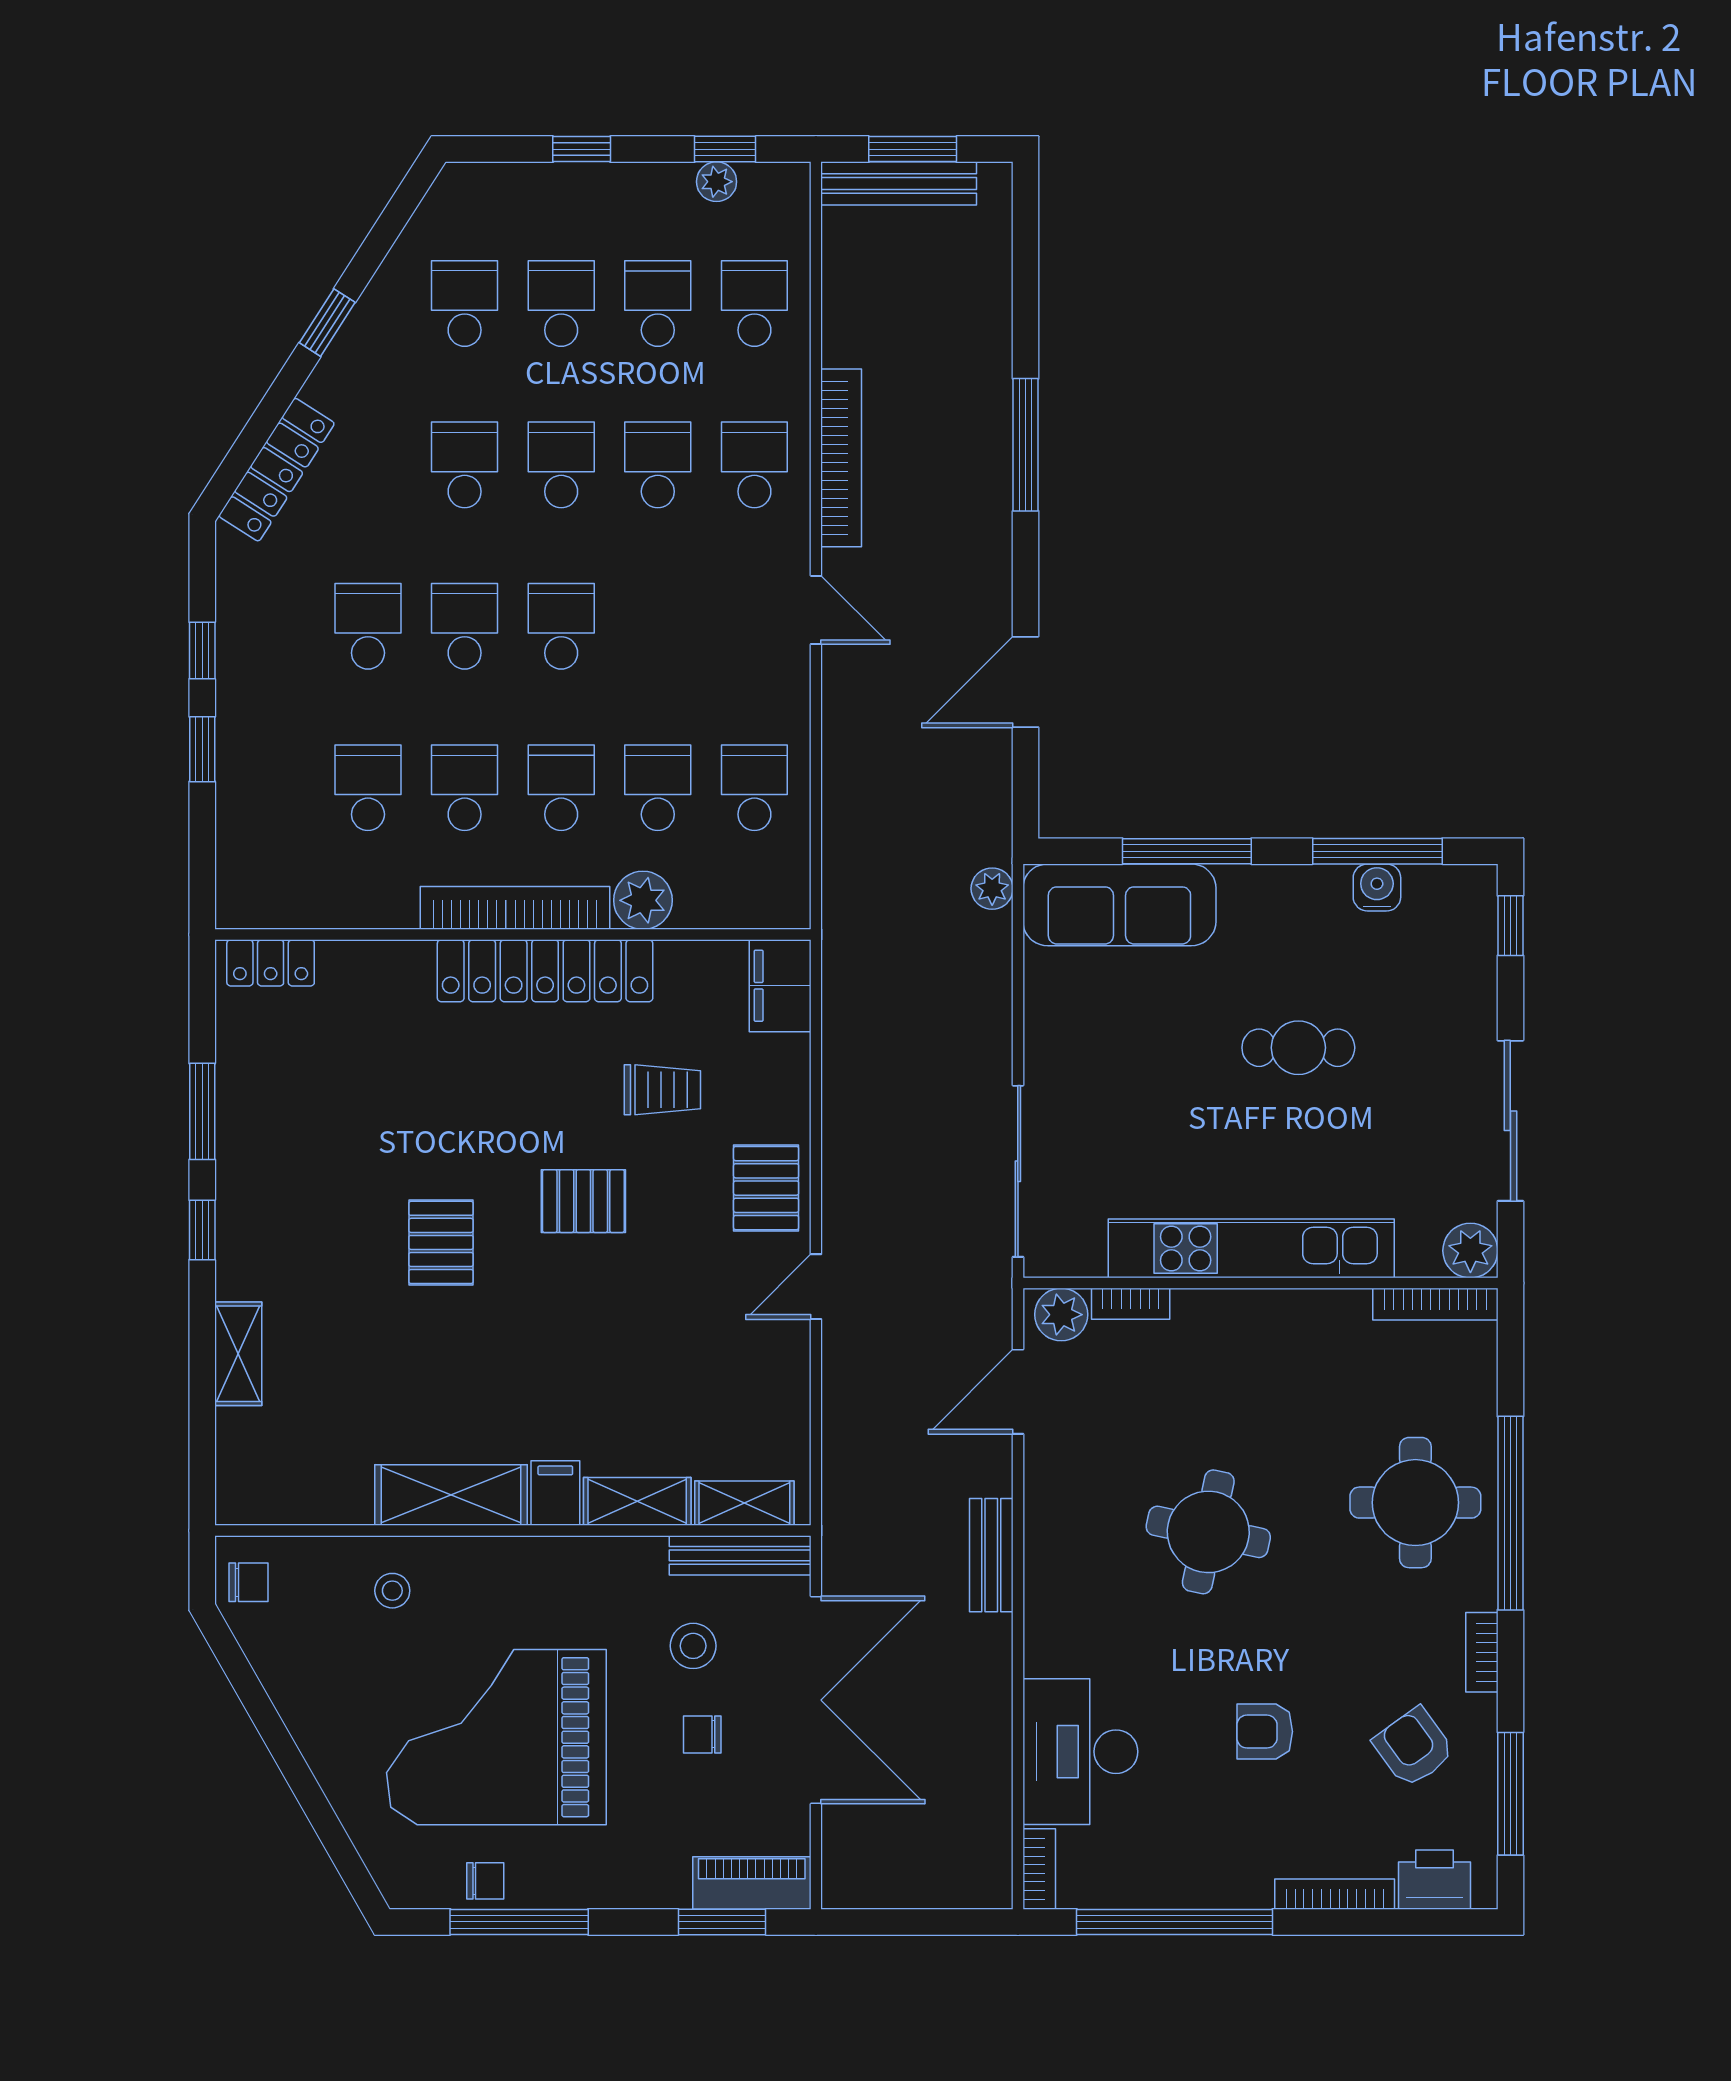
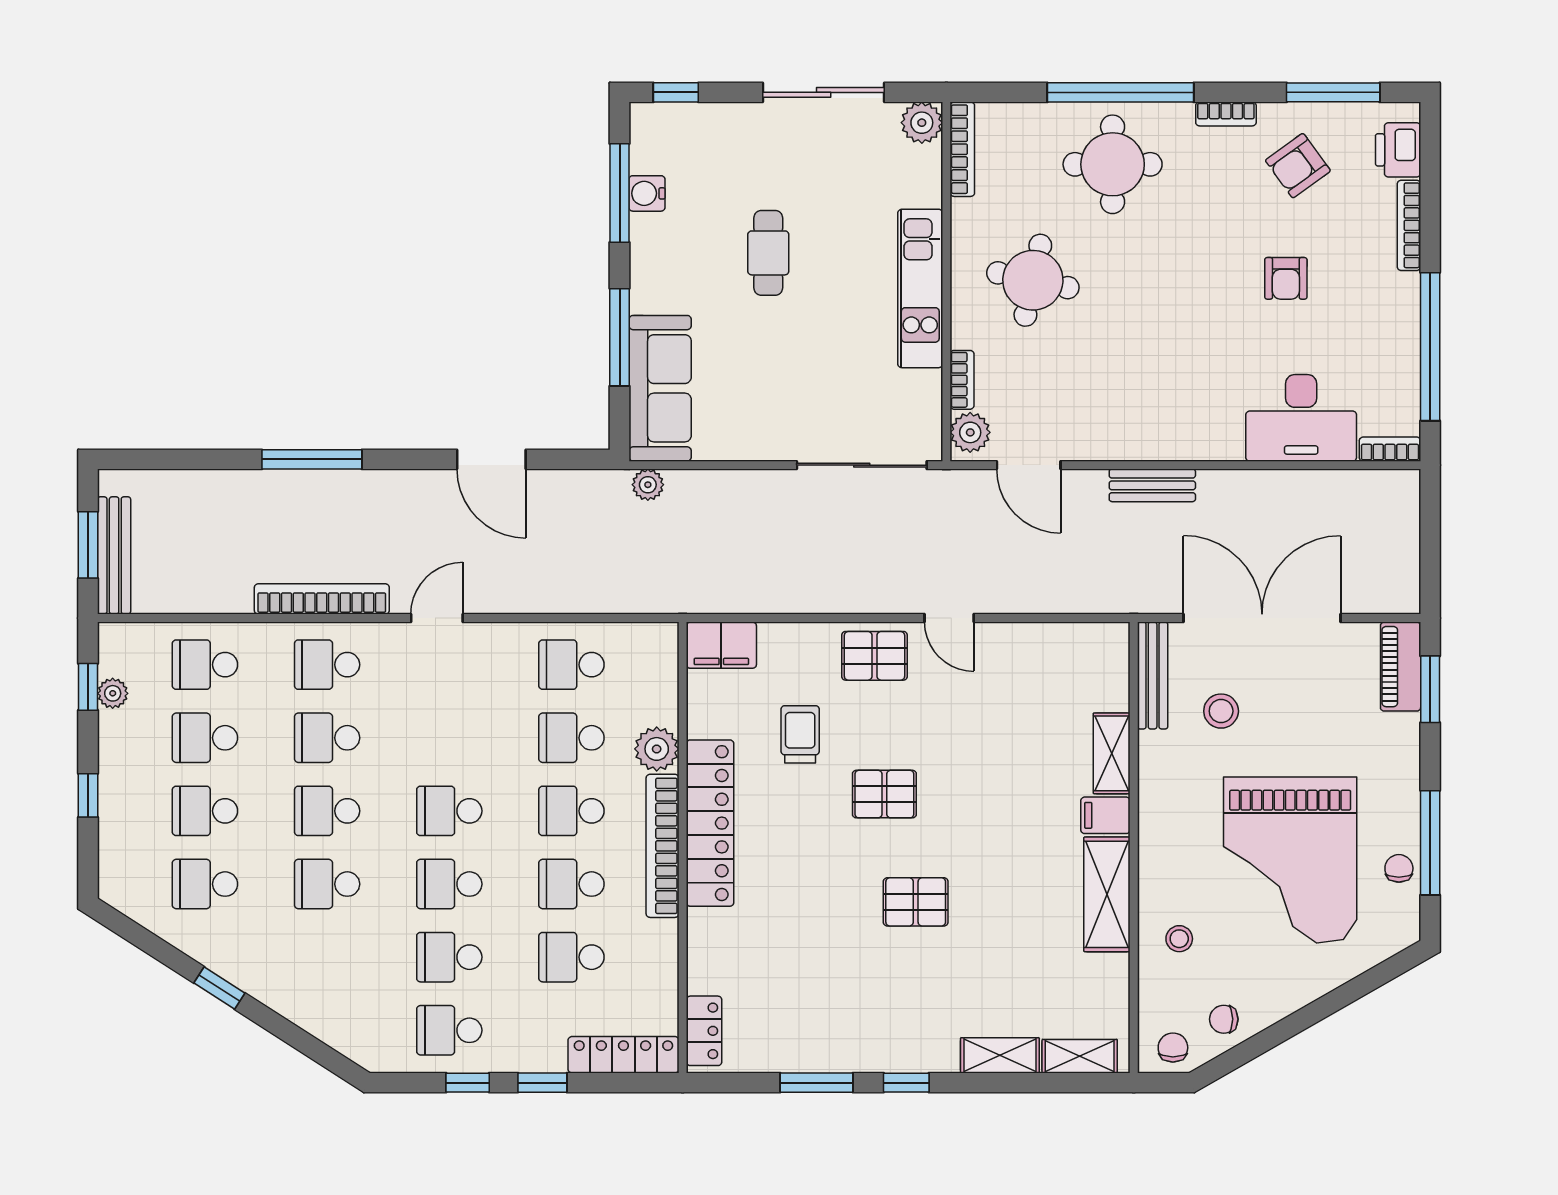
locker: (277, 470) -> (623, 1055), moved, turned -33
school desk: (271, 626) -> (449, 1030), added
pallet: (583, 1201) -> (884, 794), turned 90
kitchen unit: (1251, 1248) -> (920, 288), width x0.73
shelving: (744, 1503) -> (1080, 1056), moved, turned 90
round table: (1208, 1532) -> (1033, 280), moved
chair: (702, 1734) -> (1224, 1019), moved, turned 90

